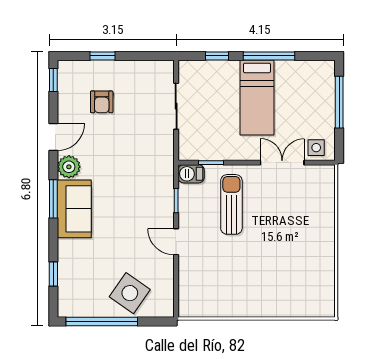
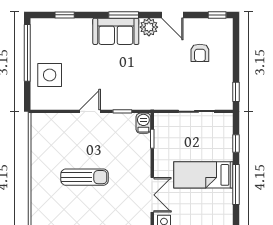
window: (102, 56) -> (236, 92), moved
armchair: (102, 102) -> (200, 53), turned -90
sun lounger: (231, 204) -> (85, 177), moved
side table: (130, 293) -> (50, 75), turned -35

